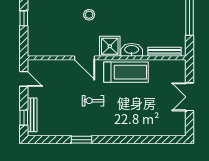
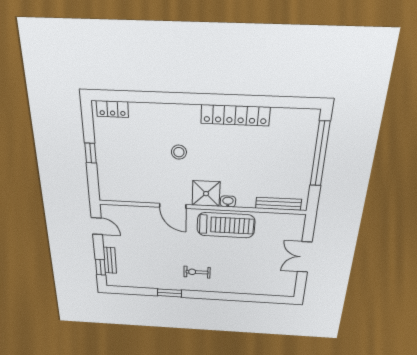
washbasin: (132, 50) -> (228, 201), width x0.52, depth x0.69
exercise bike: (93, 101) -> (197, 272), moved
bench: (32, 115) -> (110, 260), width x0.73

